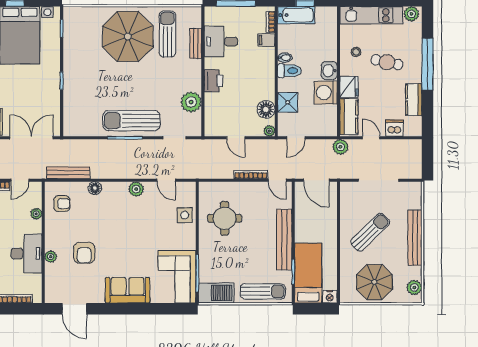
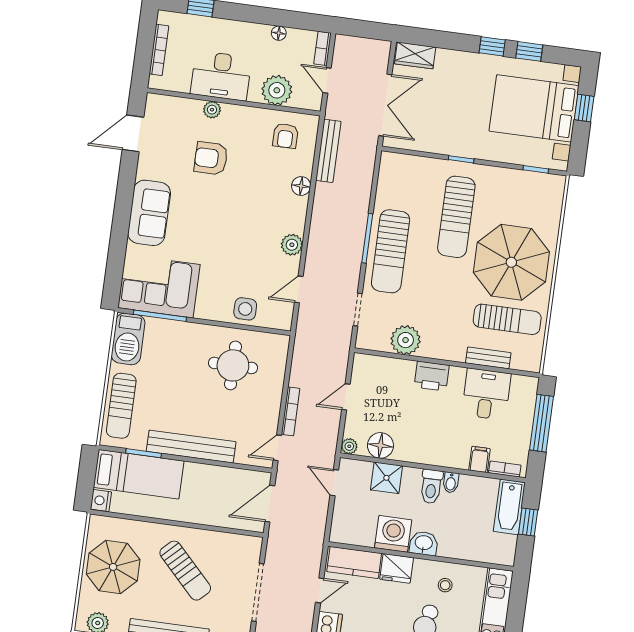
sun lounger: (102, 79) -> (456, 217), added
sun lounger: (131, 121) -> (391, 251), turned 180
plant: (340, 147) -> (313, 545), removed
plant: (36, 214) -> (277, 90), width x1.87, depth x1.87

